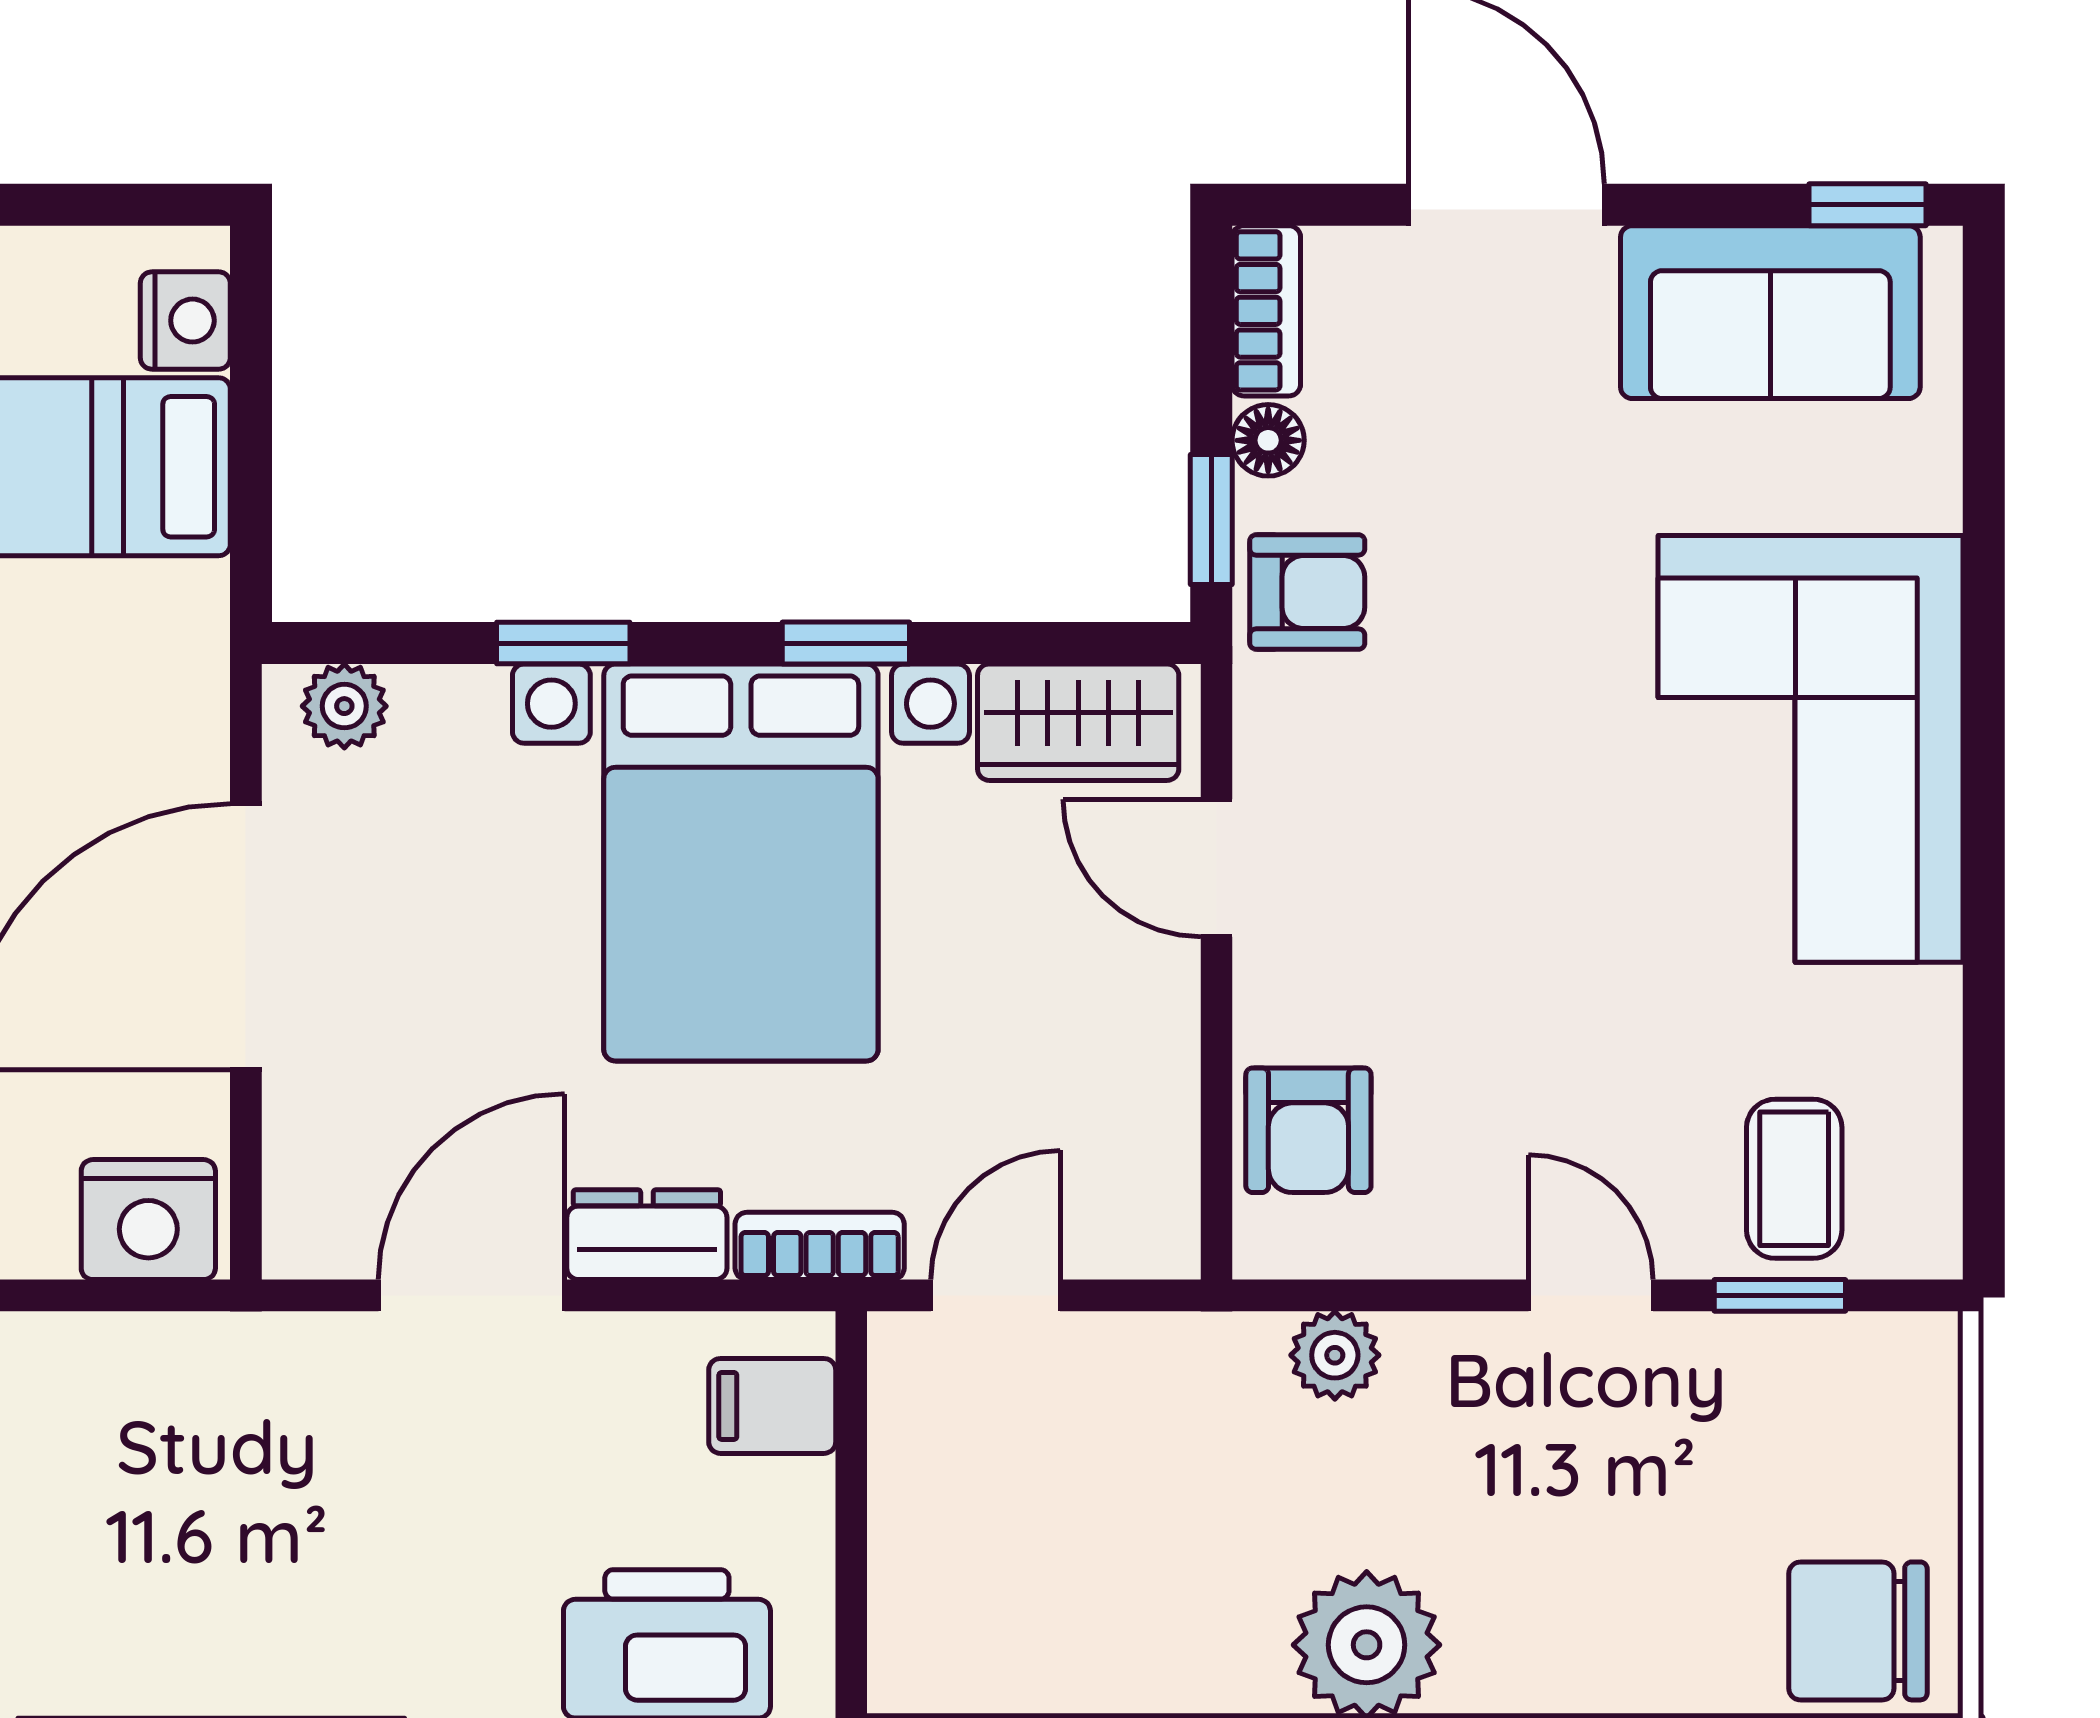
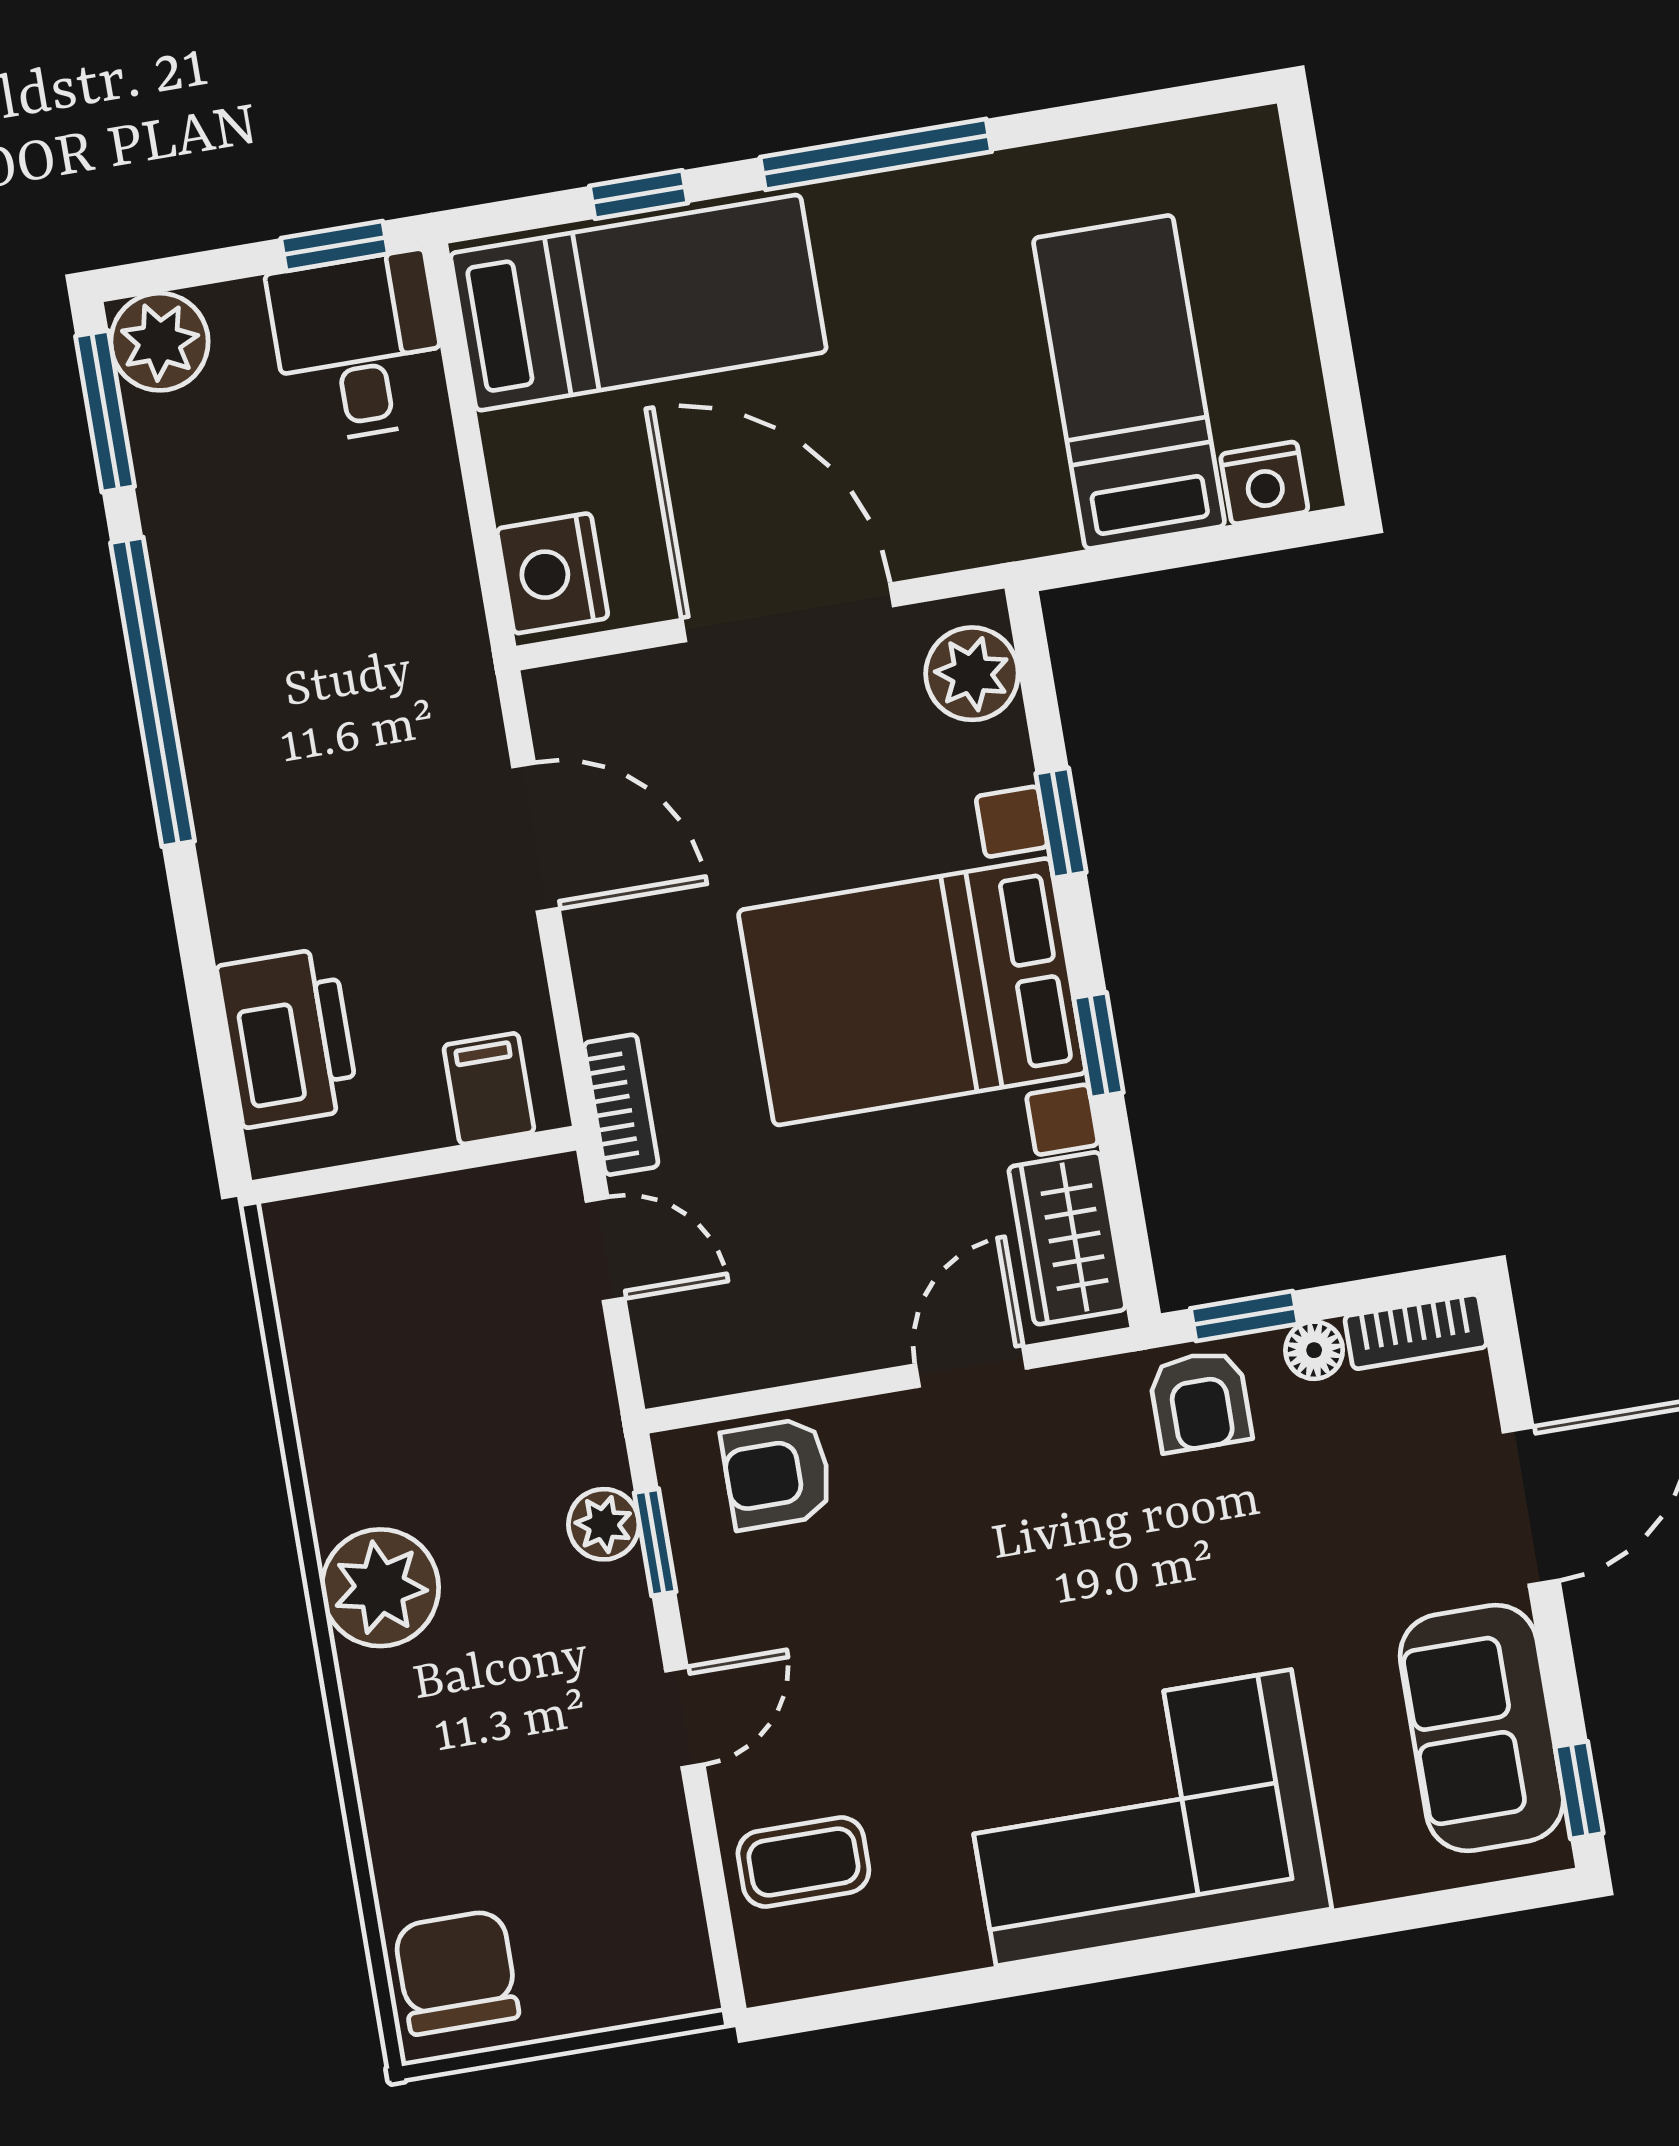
plant: (344, 706) -> (972, 674), width x1.38, depth x1.38
dresser: (647, 1235) -> (607, 967), removed
window: (1780, 1295) -> (655, 1542), moved

